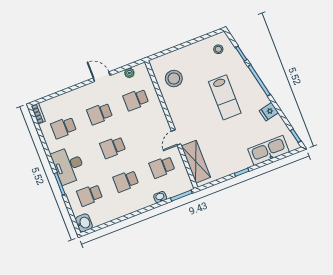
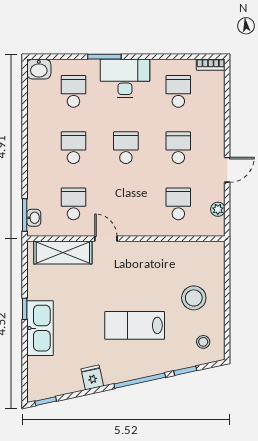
stool: (174, 79) -> (194, 298), moved
kitchen sink: (269, 150) -> (40, 328), moved
washbasin: (160, 197) -> (34, 218), moved

